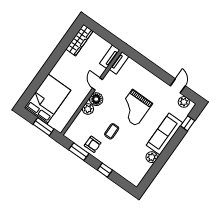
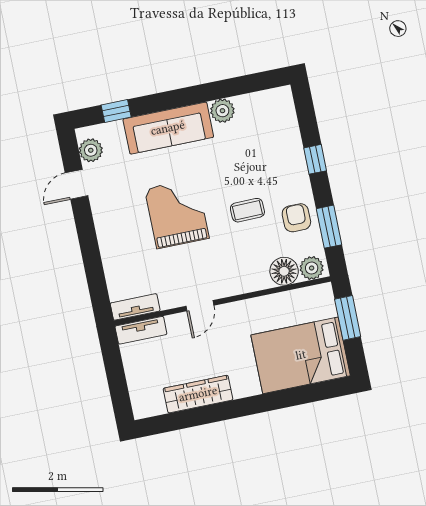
wardrobe: (79, 40) -> (198, 394), moved
floor lamp: (96, 99) -> (284, 271), moved
grand piano: (135, 108) -> (177, 214), turned -90
plant: (88, 109) -> (312, 268), moved

